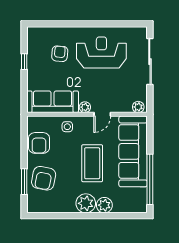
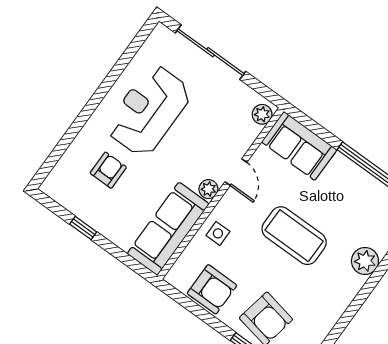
armchair: (60, 54) -> (108, 170), turned 85
sofa: (133, 151) -> (299, 146), width x0.54, depth x0.79
plant: (86, 203) -> (344, 285), removed

